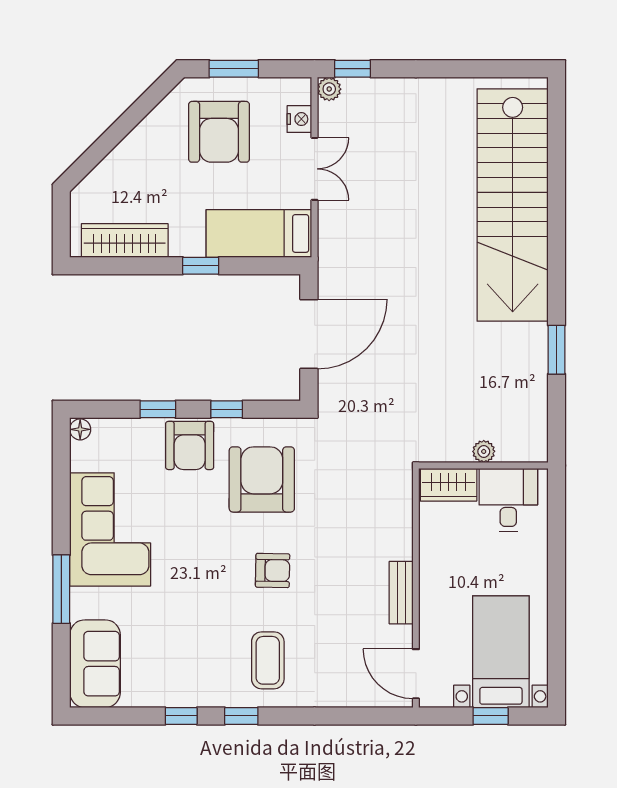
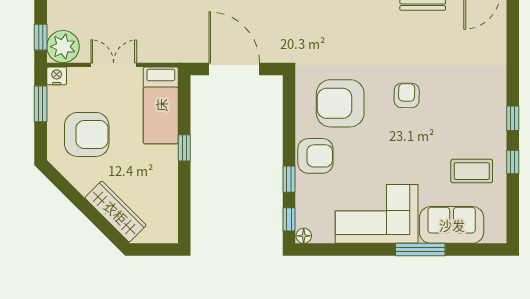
window: (234, 69) -> (41, 104), moved
plant: (329, 89) -> (63, 47), width x1.87, depth x1.87
nightstand: (299, 119) -> (57, 76), moved
wardrobe: (125, 241) -> (116, 212), moved, turned 135
window: (227, 409) -> (289, 219), moved
coffee table: (268, 660) -> (472, 171), moved
sofa: (95, 664) -> (452, 225), moved

